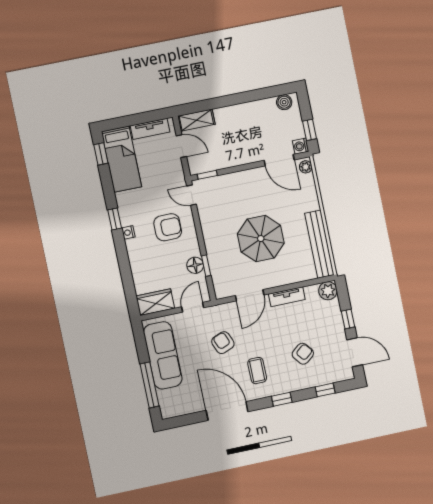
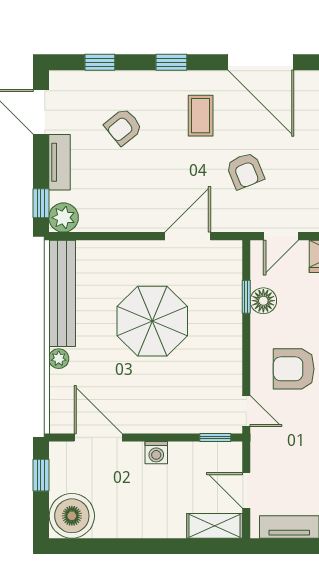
boiler: (284, 102) -> (72, 516), width x1.86, depth x1.86
washing machine: (301, 146) -> (156, 453), moved, turned 90
plant: (306, 167) -> (59, 359), moved
tv unit: (287, 297) -> (59, 162), moved, turned 90
window: (348, 319) -> (41, 203), moved

